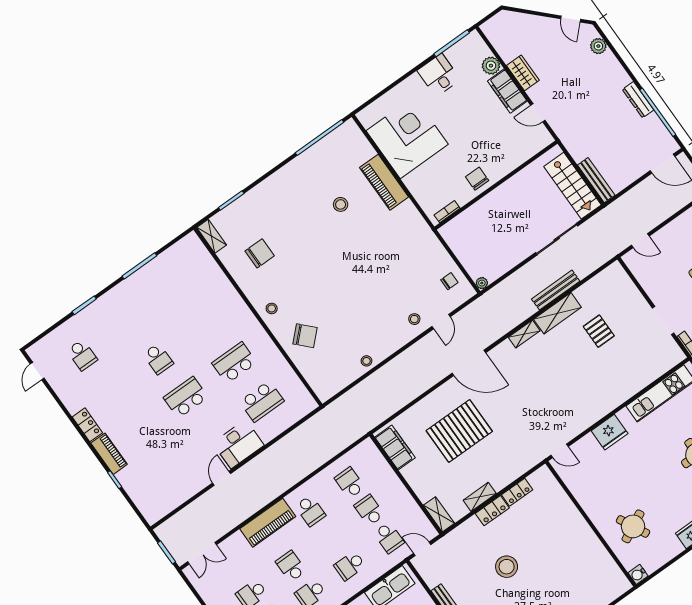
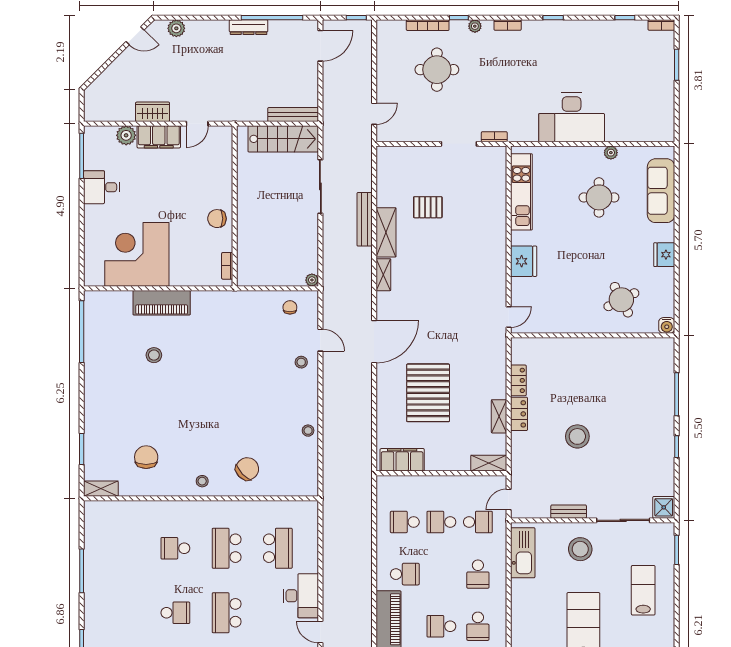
school desk: (207, 324) -> (175, 548), added

